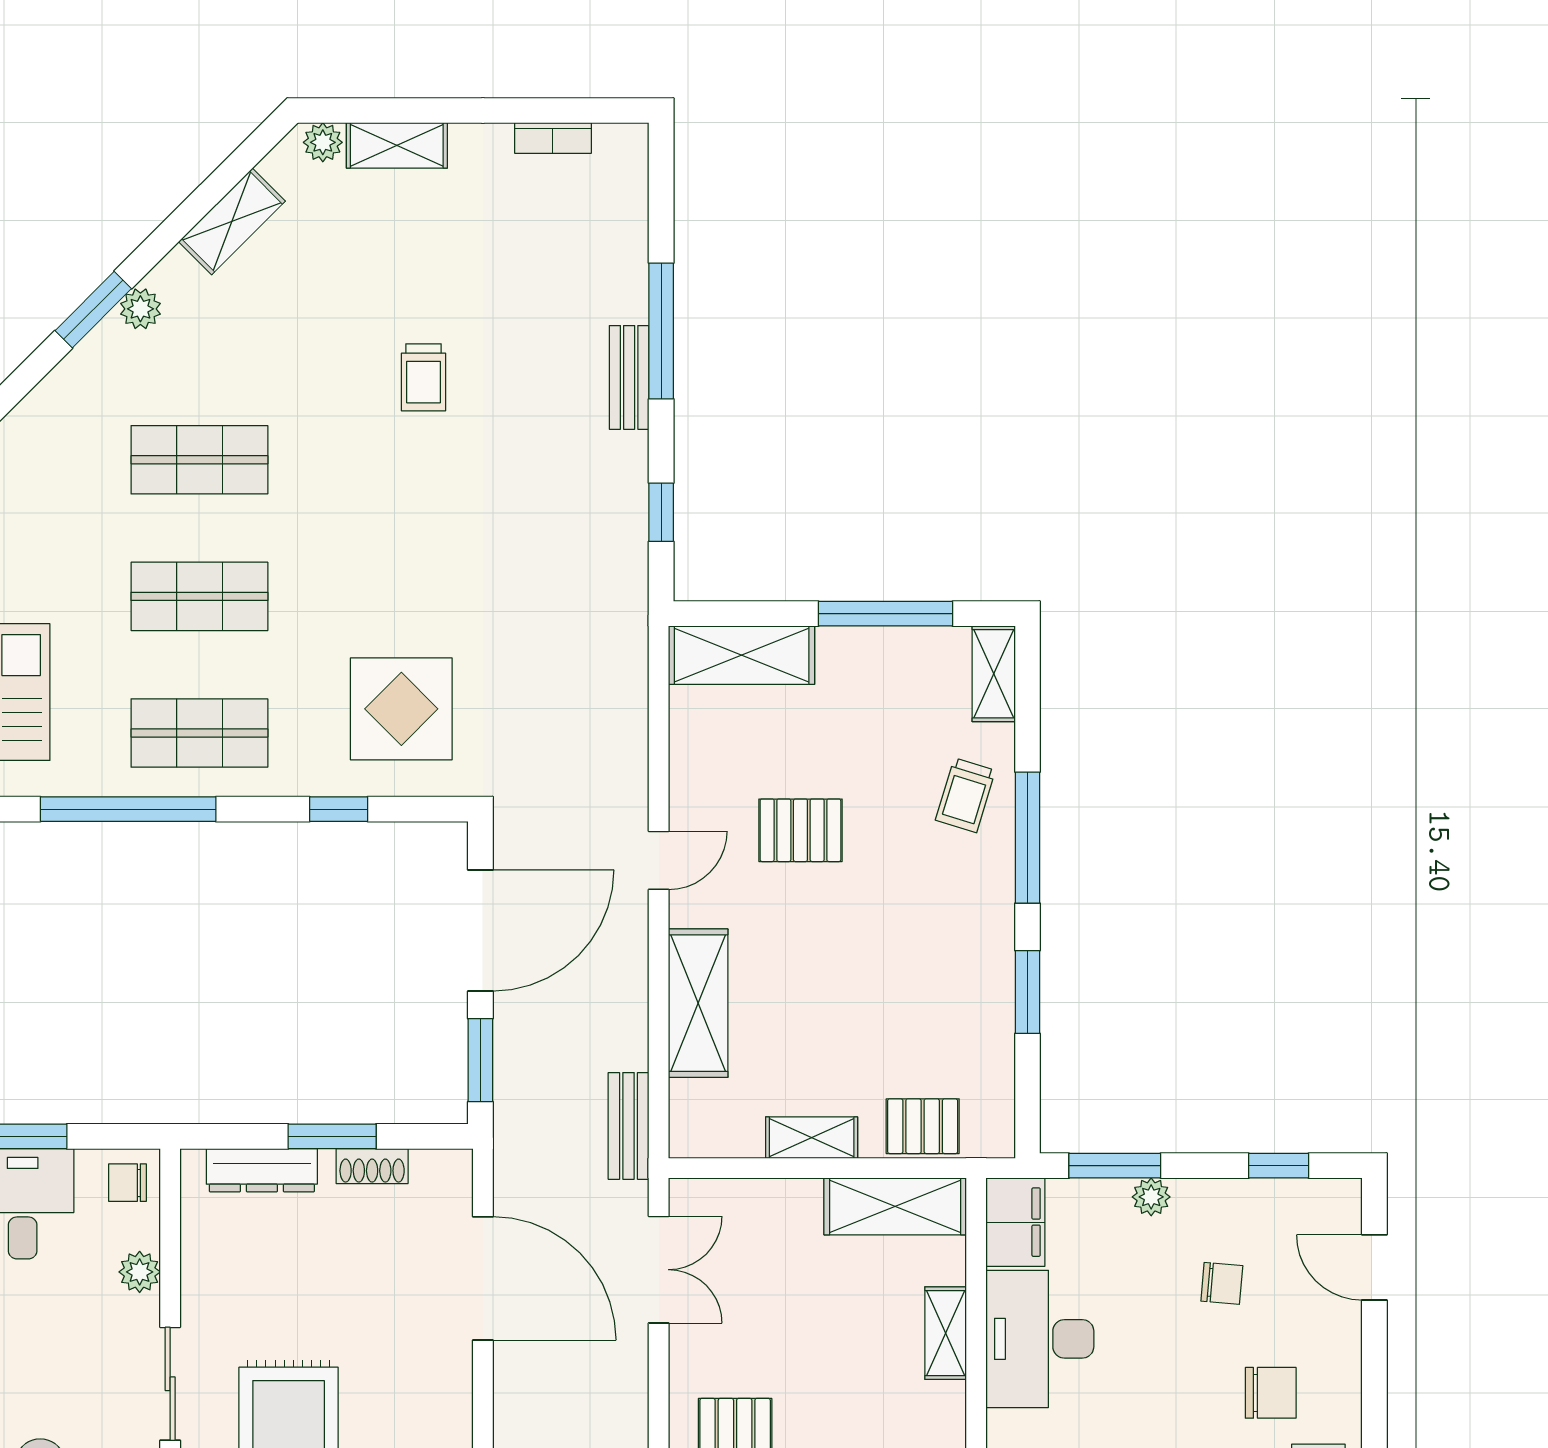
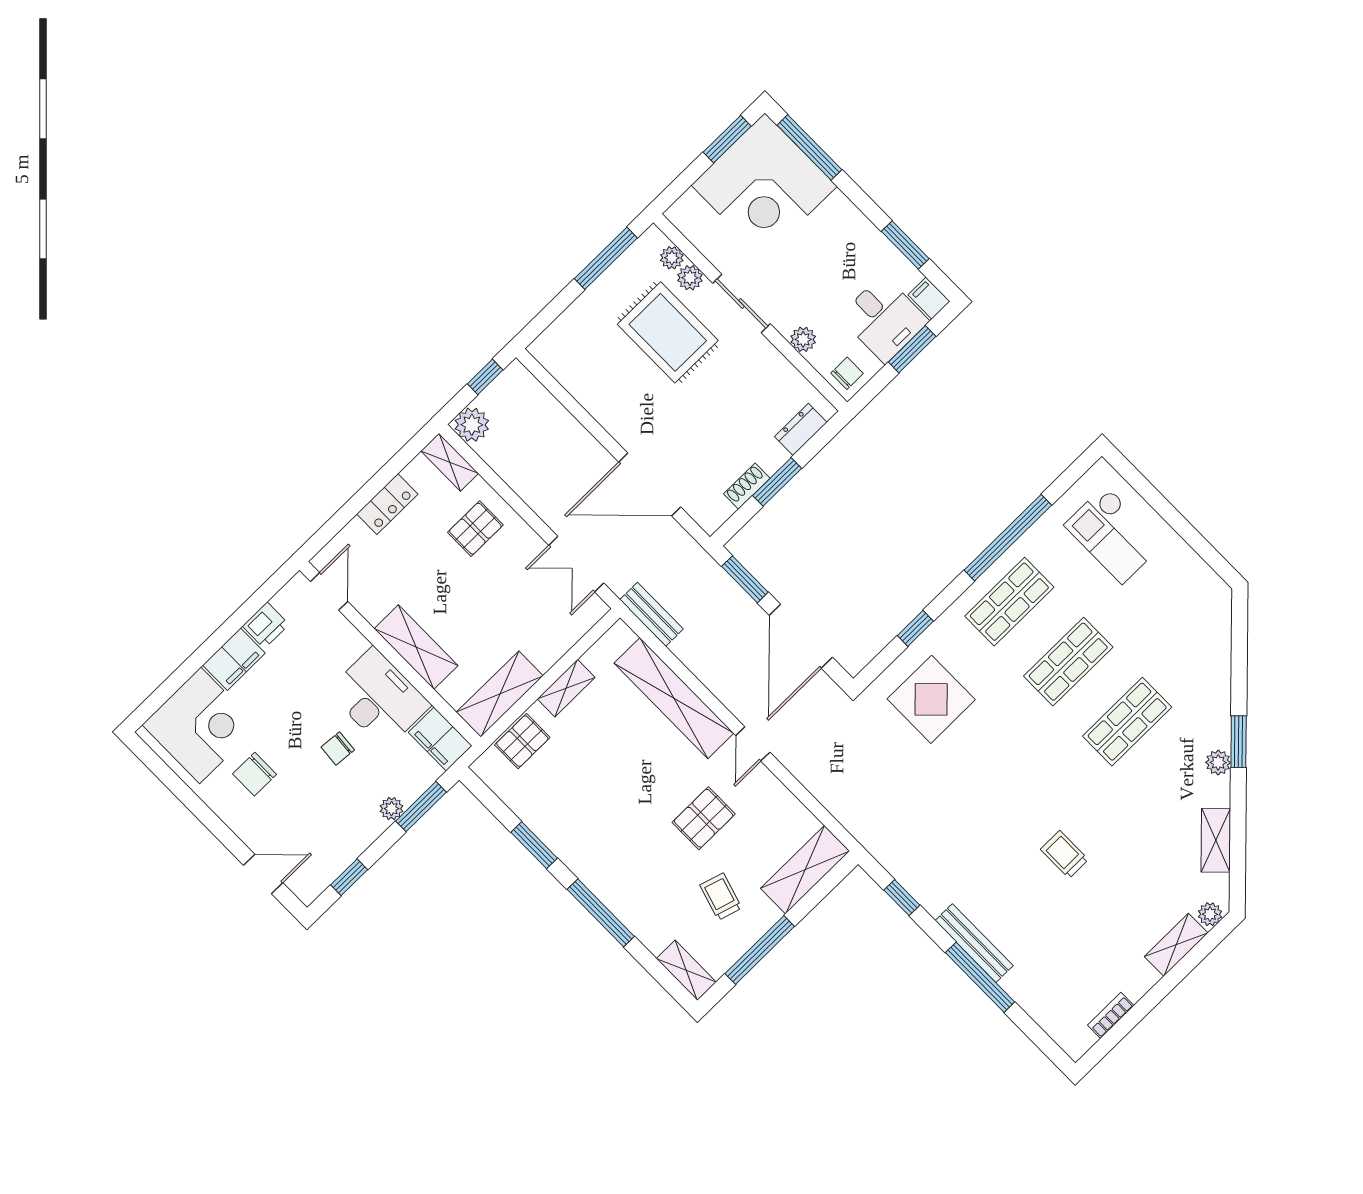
bench: (629, 377) -> (974, 943), width x1.36
trolley: (965, 795) -> (721, 897), moved
shelving: (698, 1003) -> (674, 698), width x1.47
dresser: (262, 1170) -> (801, 429), width x0.70
chair: (1222, 1283) -> (338, 748), moved
shelving: (946, 1333) -> (416, 647), width x1.50, depth x1.33

